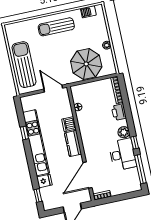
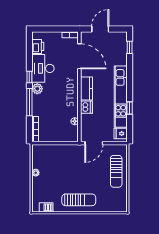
parasol: (86, 64) -> (58, 159), removed
sun lounger: (24, 65) -> (116, 171), width x0.73, depth x0.75
door: (53, 89) -> (94, 143), hinge flipped
printer: (119, 112) -> (38, 46), moved
window: (140, 169) -> (29, 102), moved
door: (88, 175) -> (79, 56), hinge flipped
fridge: (44, 181) -> (121, 134), moved

